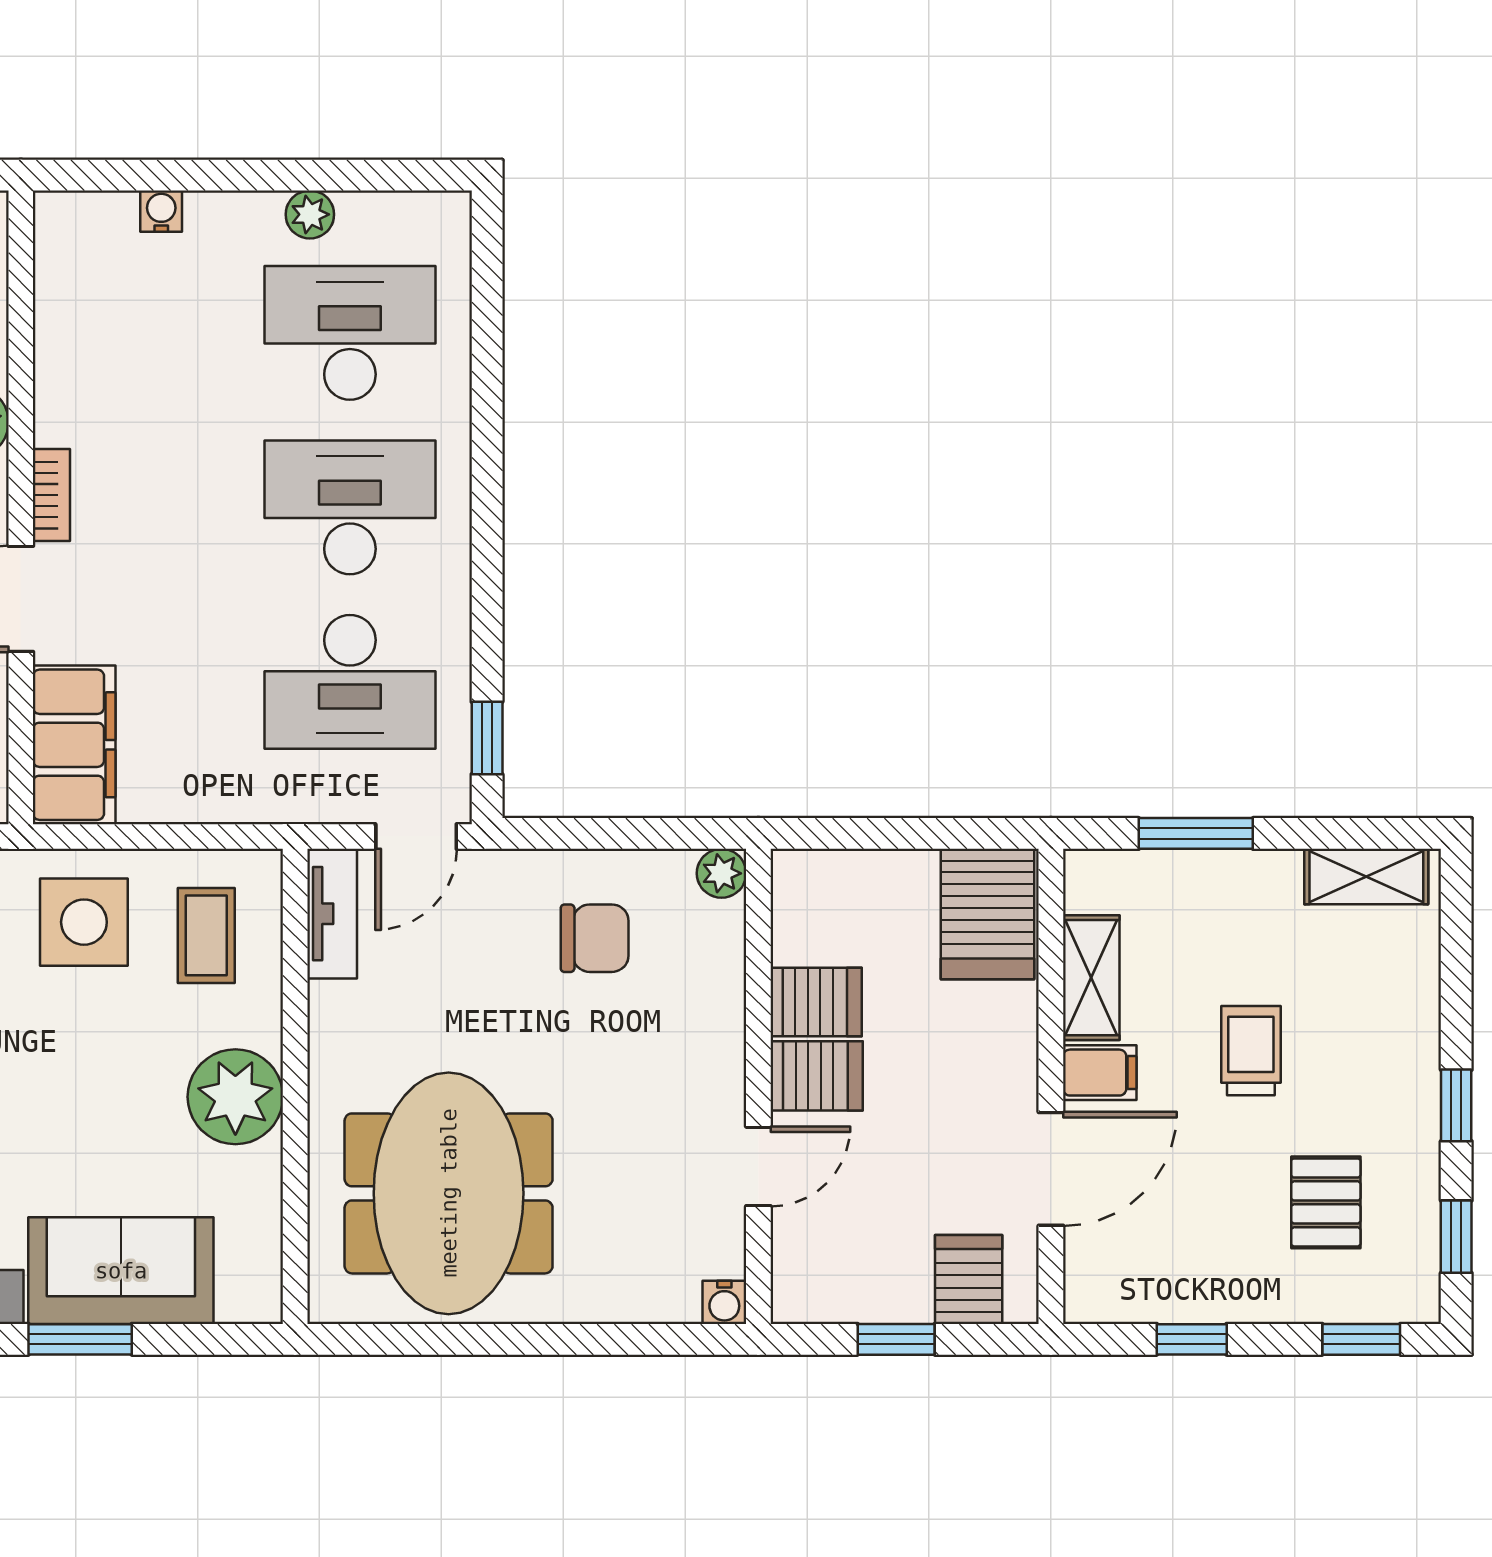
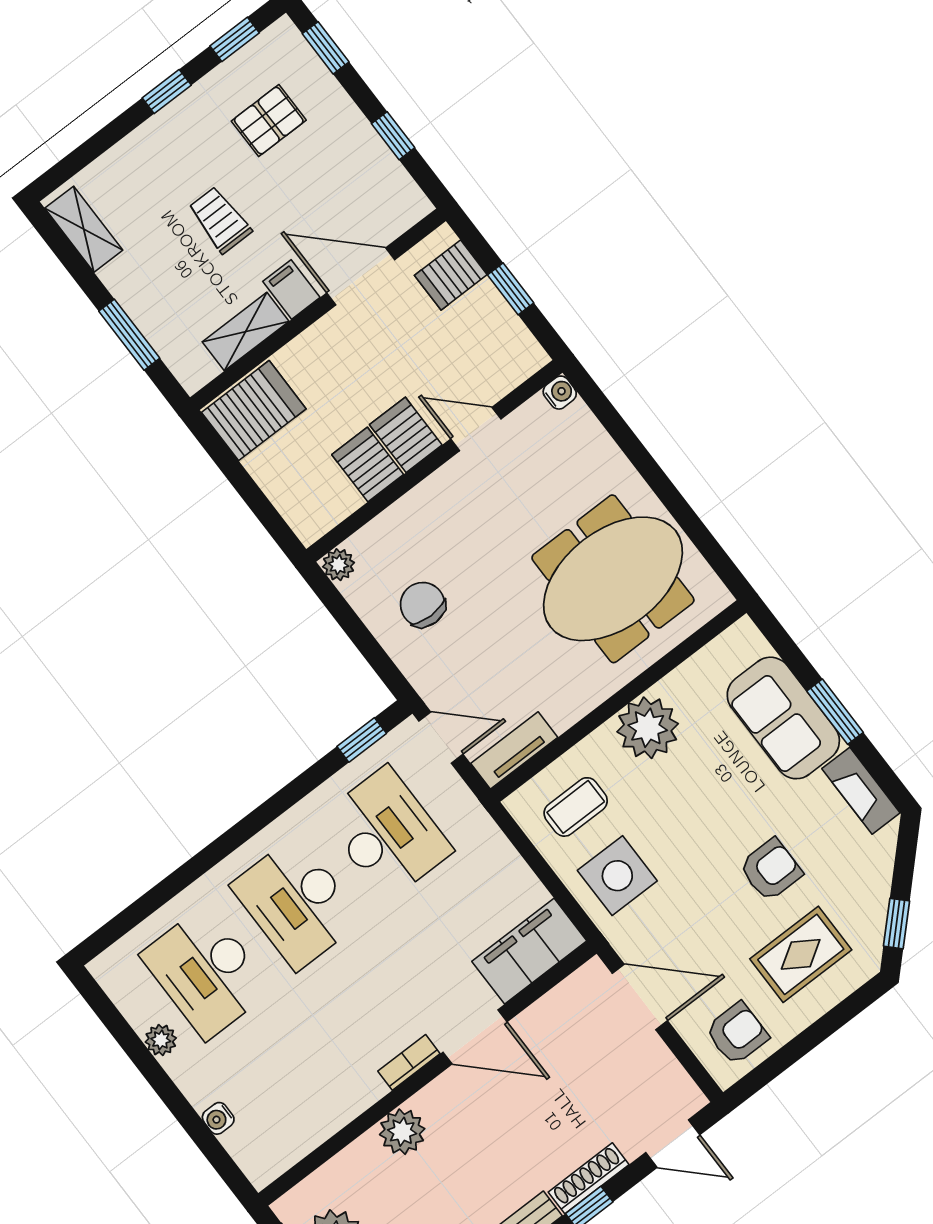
trolley: (1251, 1051) -> (220, 220), turned 90

